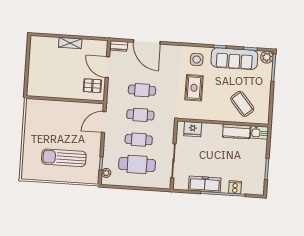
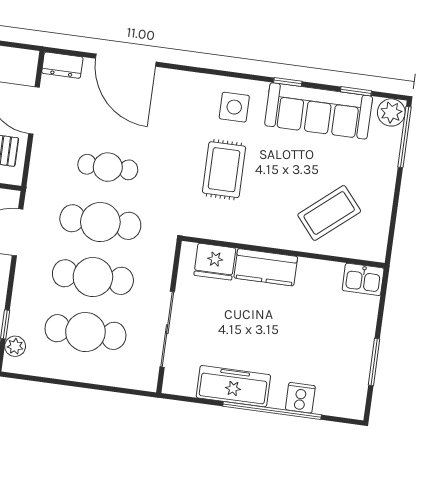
coffee table: (242, 104) -> (329, 213), turned 90
cafe table: (140, 115) -> (100, 222), width x1.37, depth x1.35
kitchen counter: (236, 131) -> (266, 267), moved
cafe table: (139, 140) -> (93, 277), width x1.37, depth x1.35

